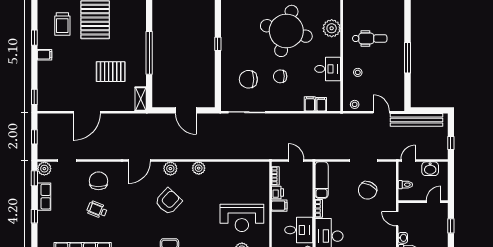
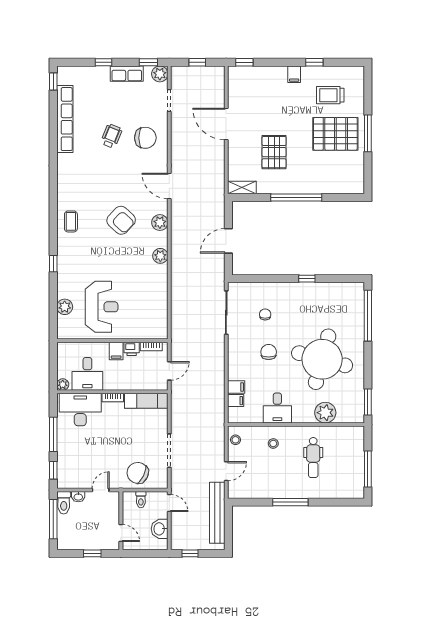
chair: (248, 79) -> (265, 314), width x0.54, depth x0.54
chair: (368, 190) -> (138, 473), moved
reception desk: (242, 218) -> (102, 307), turned 180

